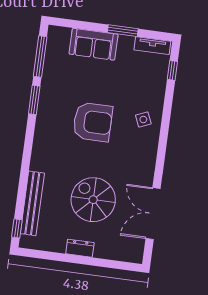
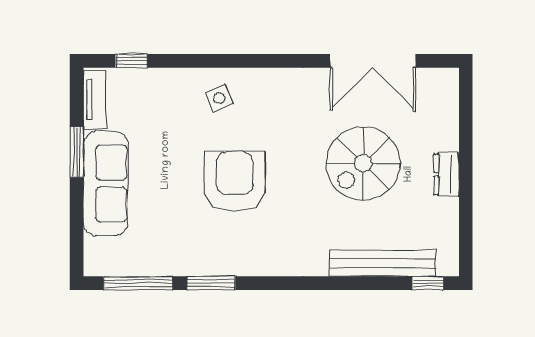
sofa: (94, 44) -> (106, 184), width x1.36

